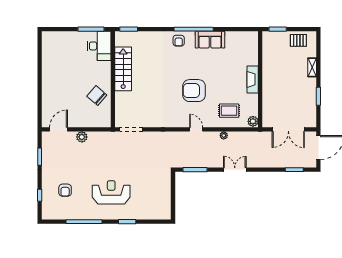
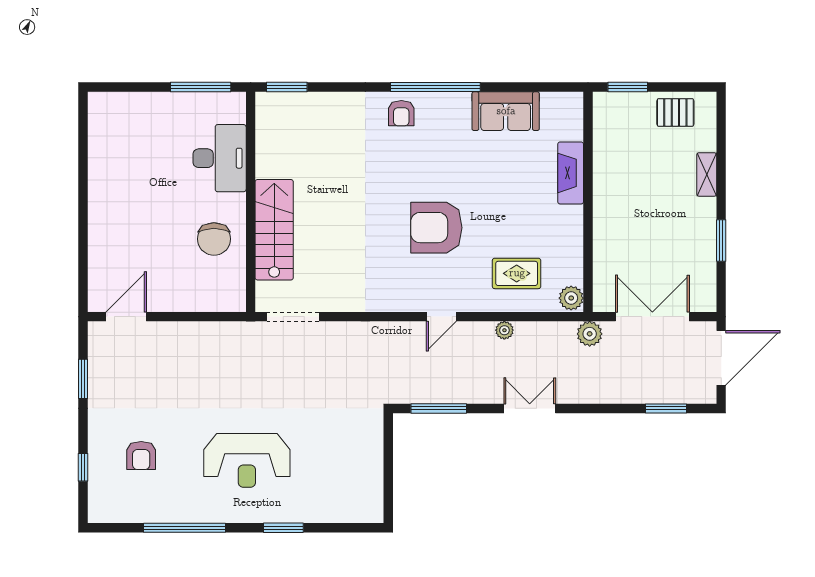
sofa: (210, 40) -> (506, 111), moved
desk: (99, 46) -> (220, 158), moved
stairs: (123, 69) -> (274, 230), moved
fireplace: (253, 79) -> (571, 173), moved
chair: (97, 96) -> (214, 239), turned -131
door: (196, 129) -> (441, 317), swing flipped
double door: (288, 129) -> (652, 317), swing flipped
plant: (82, 137) -> (590, 334), moved
reception desk: (111, 192) -> (247, 460), turned 180

